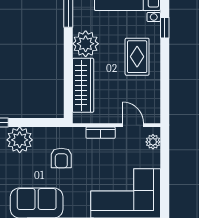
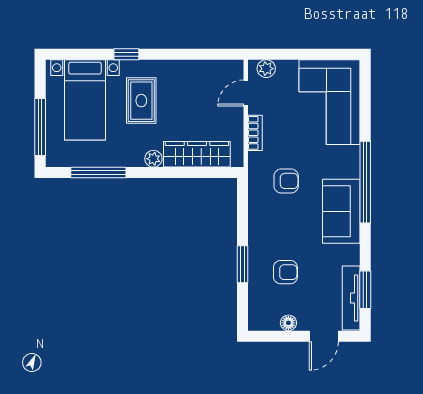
plant: (86, 44) -> (153, 159), width x0.53, depth x0.53
rug: (137, 57) -> (141, 101), moved, turned 90
plant: (20, 140) -> (264, 232), removed

